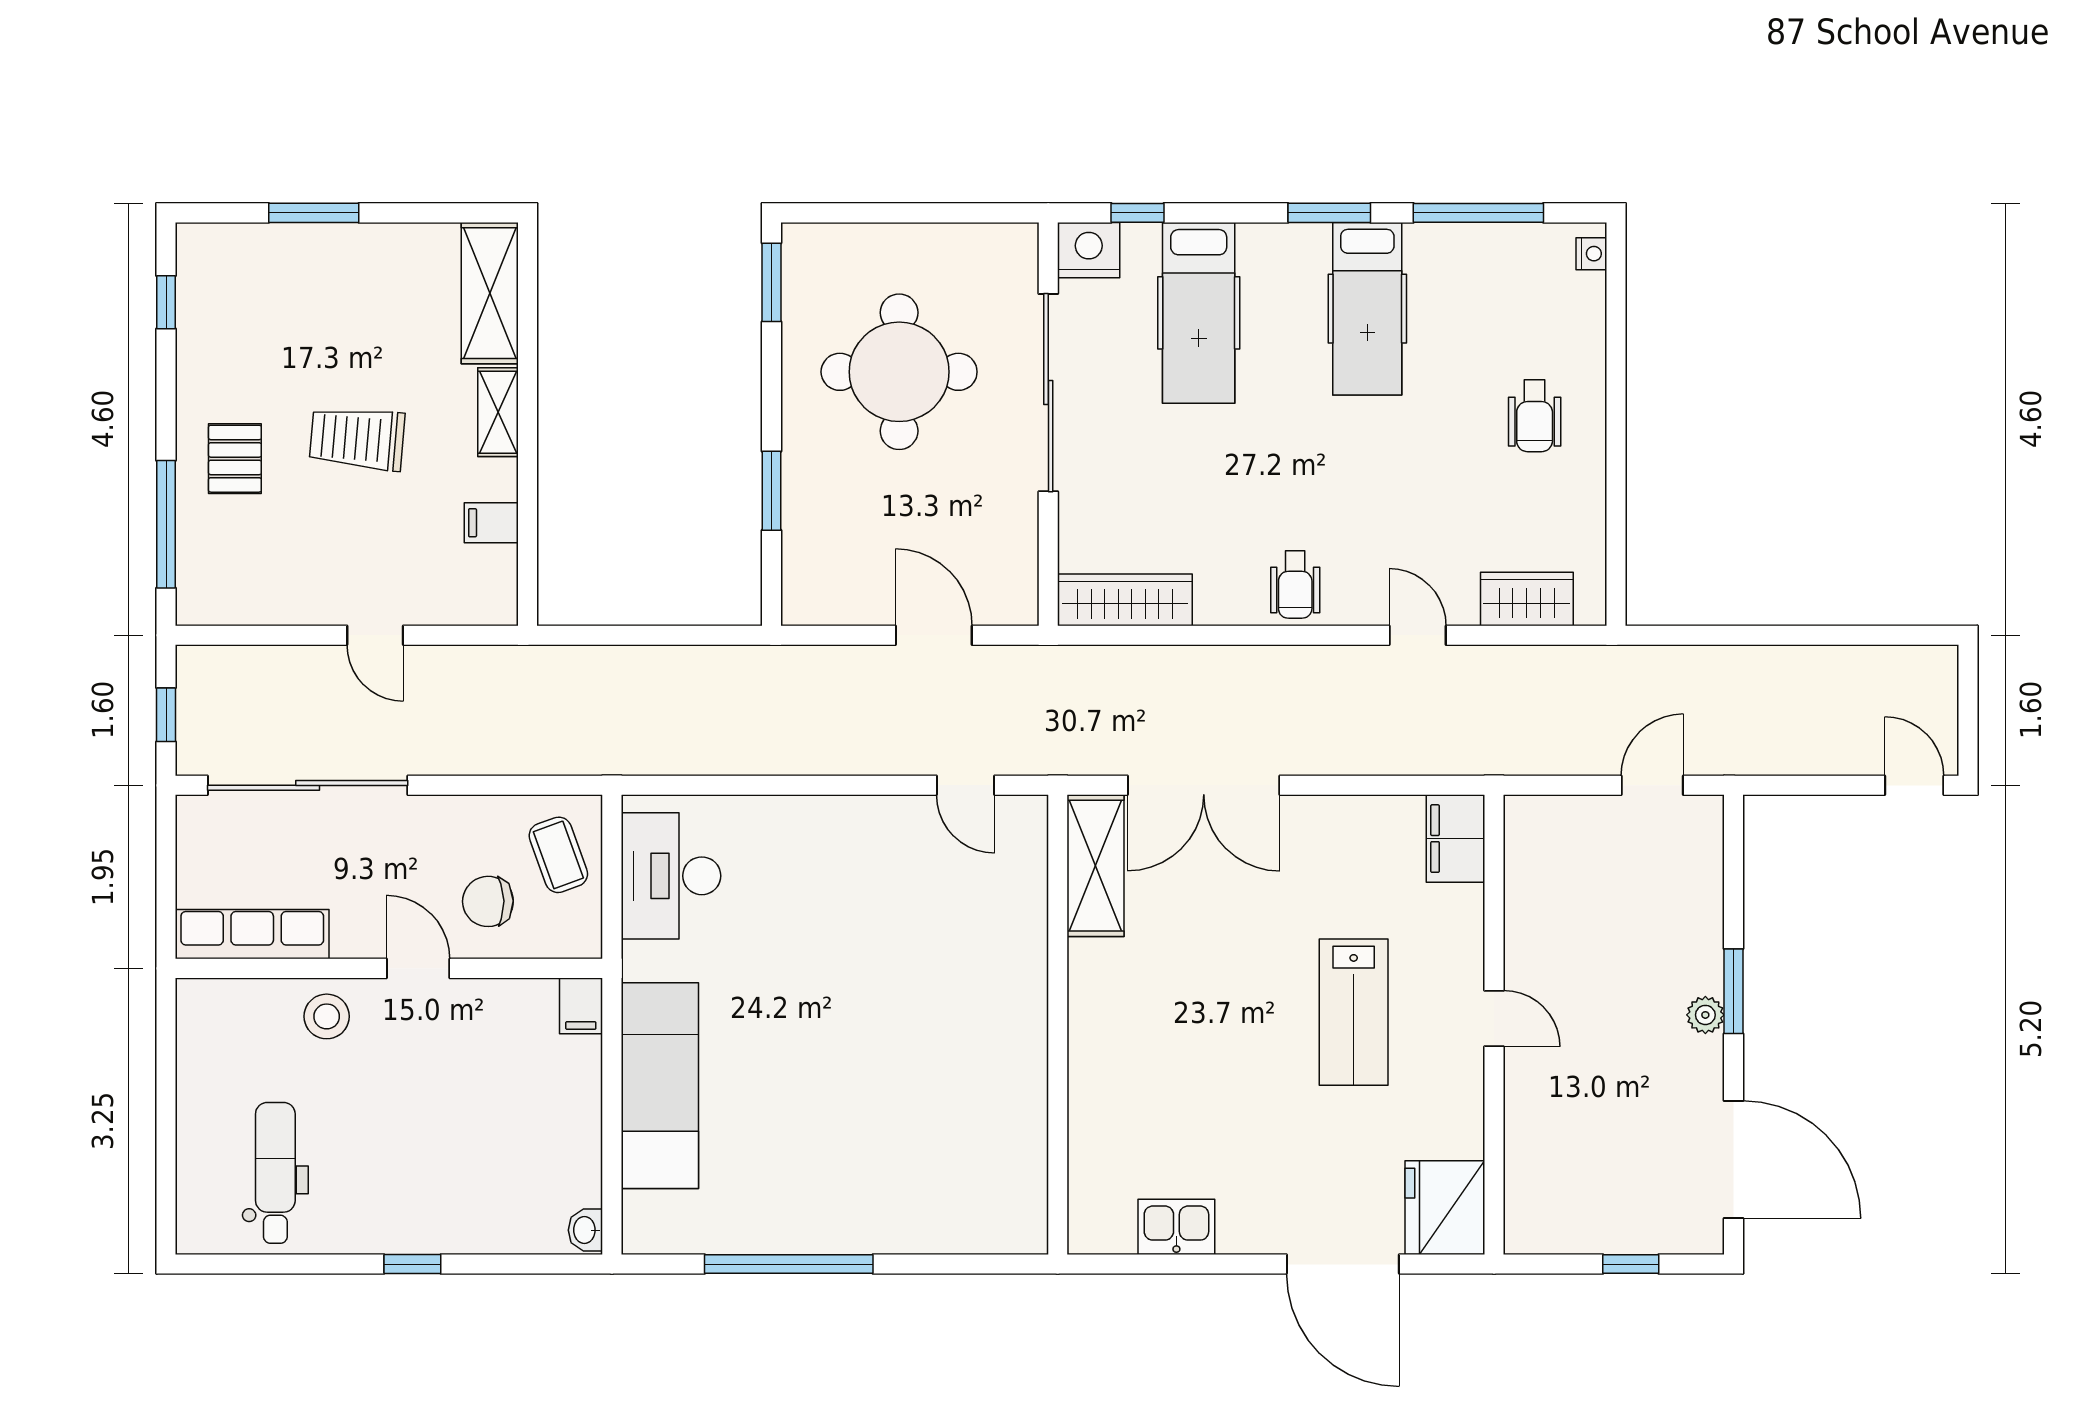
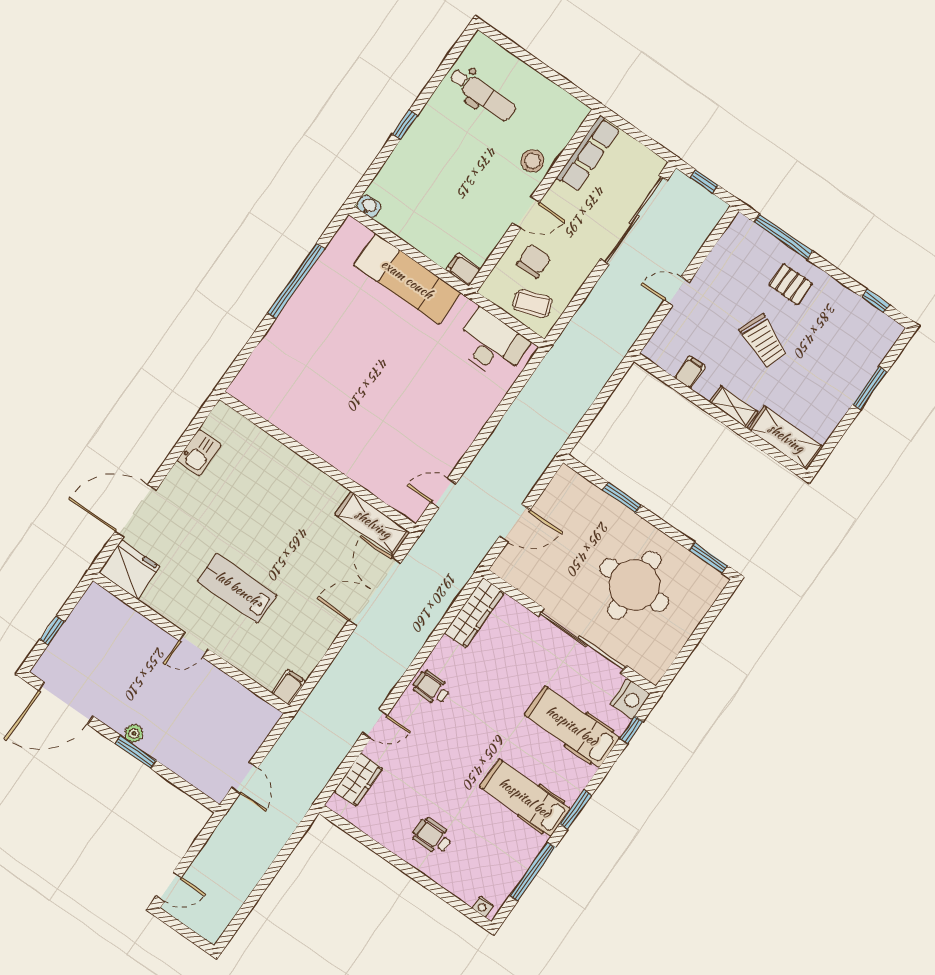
trolley: (357, 439) -> (764, 341), turned 107
filing cabinet: (1455, 839) -> (289, 687), width x0.50

